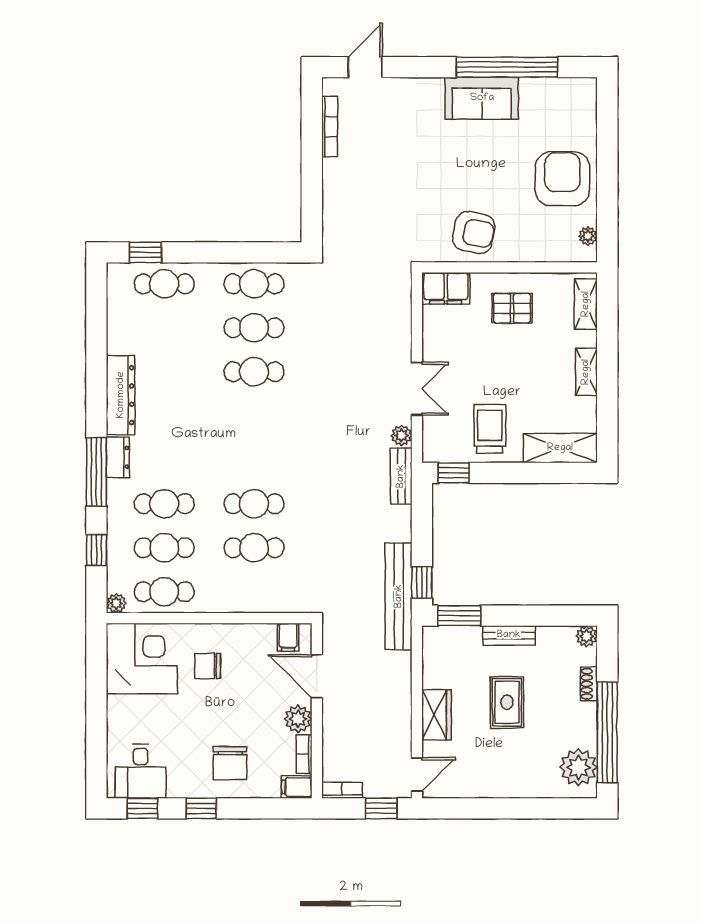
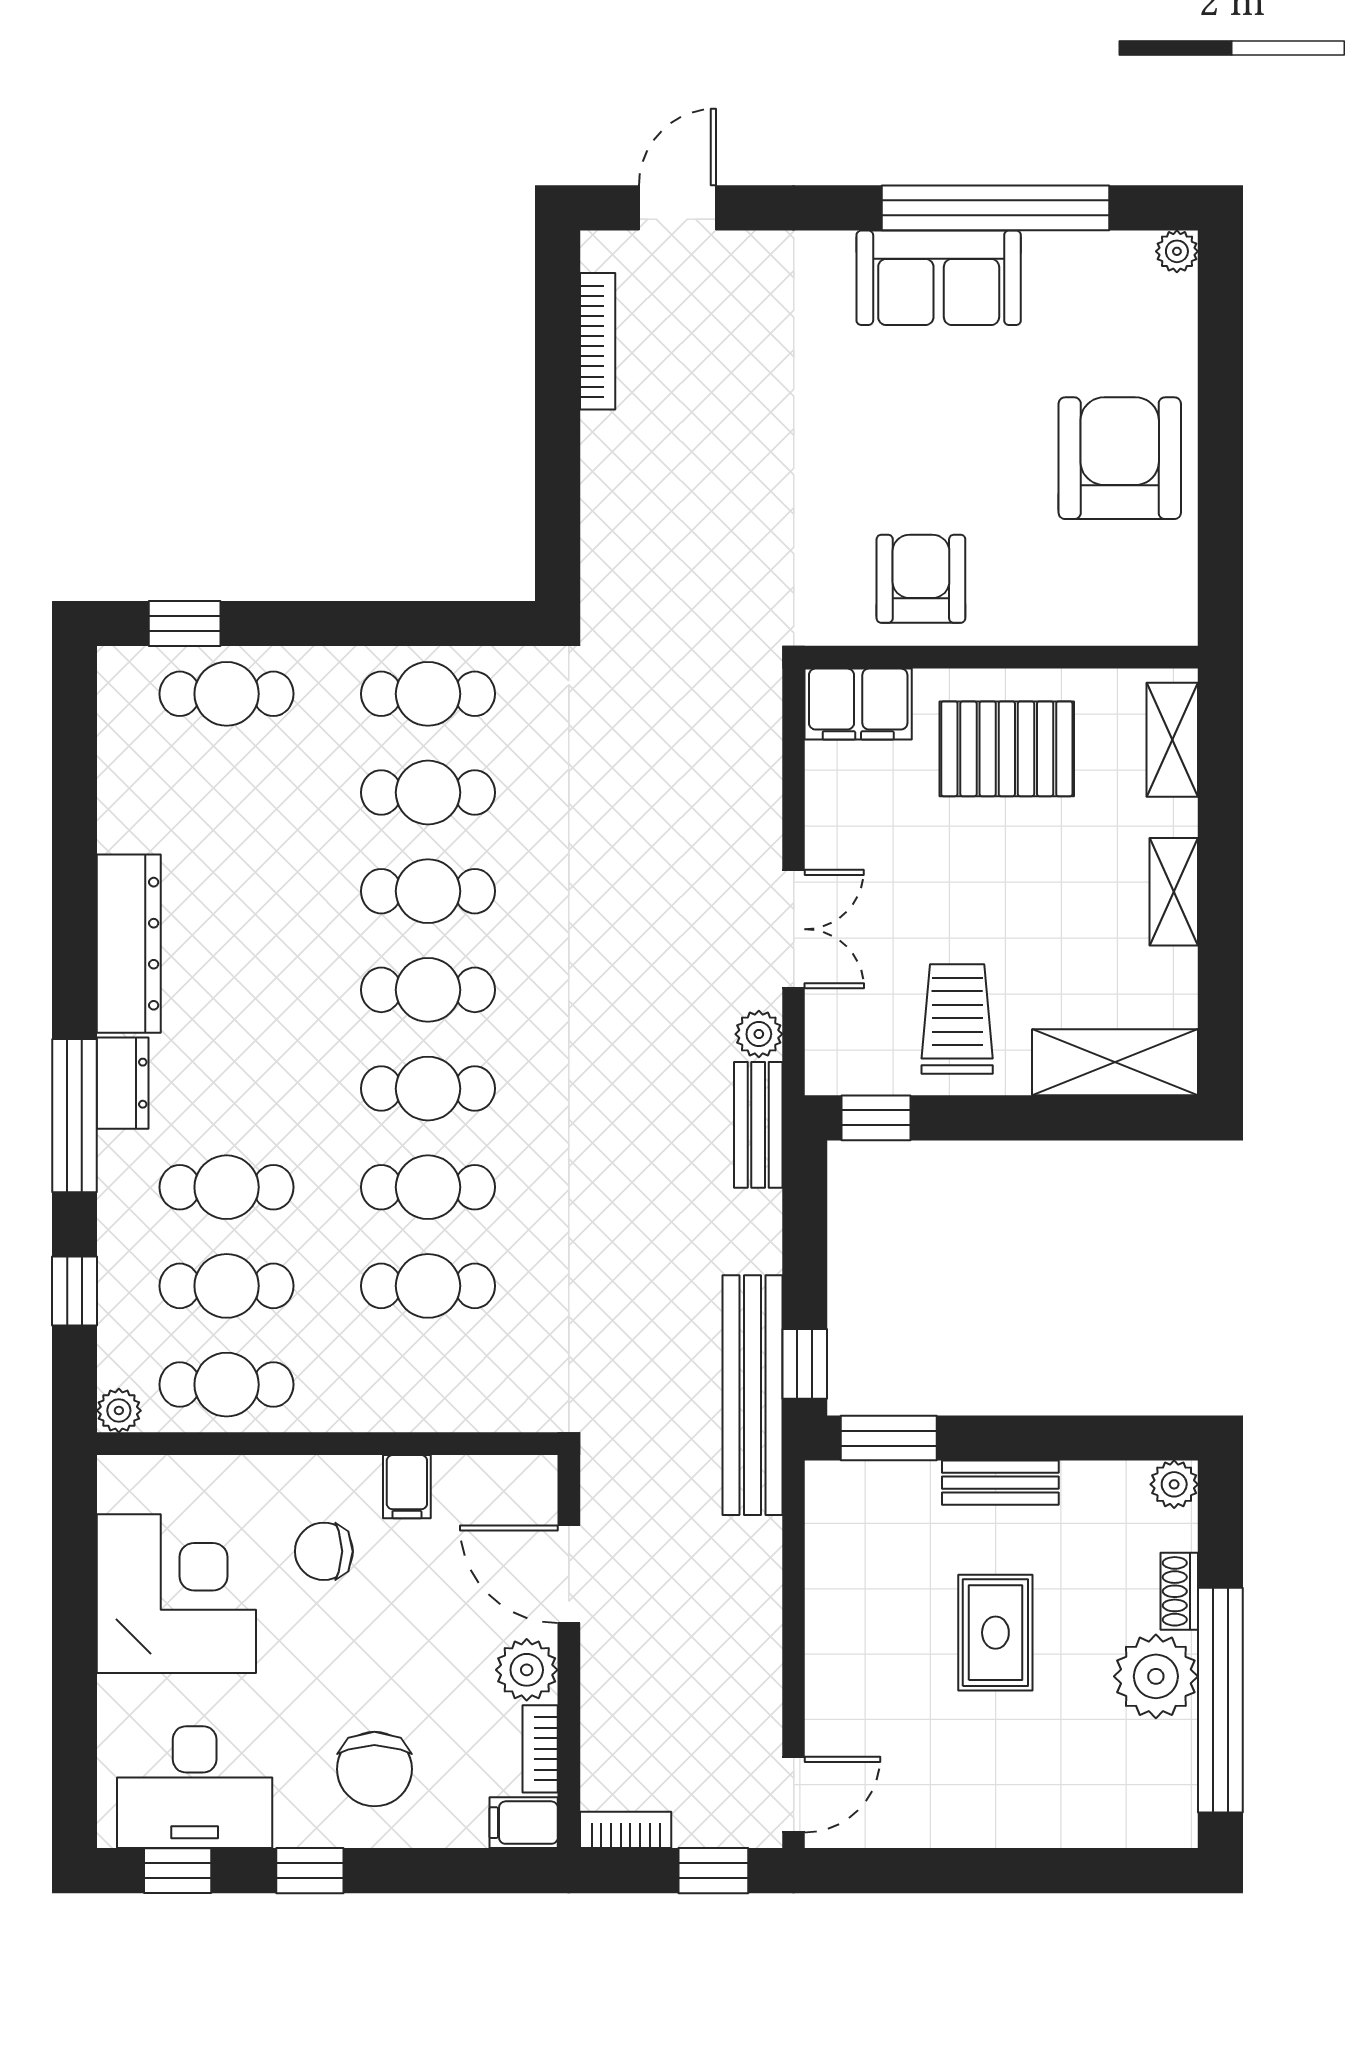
armchair: (474, 233) -> (921, 579), turned -101
plant: (588, 236) -> (1177, 251), moved
pallet: (512, 308) -> (1007, 749), width x1.50, depth x1.42
cafe table: (254, 416) -> (428, 990), added
cafe table: (254, 460) -> (428, 1089), added
filing cabinet: (288, 637) -> (407, 1487), moved
corner desk: (142, 658) -> (176, 1594), moved
wardrobe: (437, 715) -> (838, 1661), removed
plant: (578, 767) -> (1156, 1676), moved
desk: (141, 771) -> (195, 1787), width x1.37

